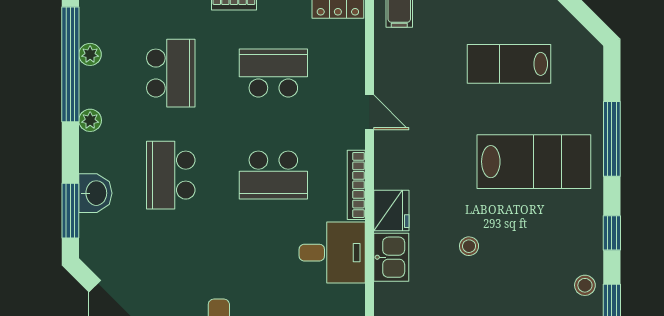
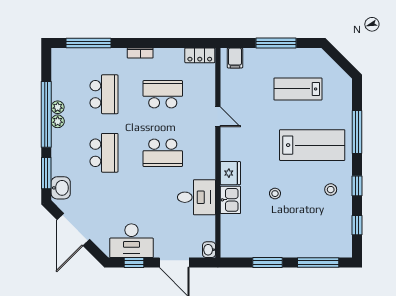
plant: (90, 54) -> (58, 107), moved
window: (70, 64) -> (46, 114), moved
school desk: (171, 175) -> (104, 153), turned 180
bookcase: (356, 185) -> (210, 158), removed
washbasin: (95, 193) -> (61, 188), moved
stool: (585, 285) -> (331, 190), moved

